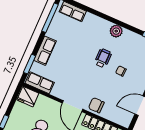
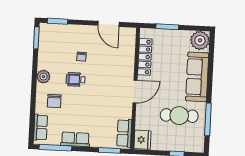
row of seats: (45, 51) -> (75, 139), moved
chair: (96, 105) -> (54, 101), moved

